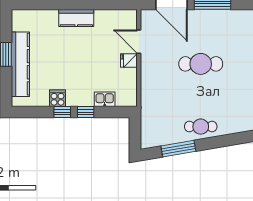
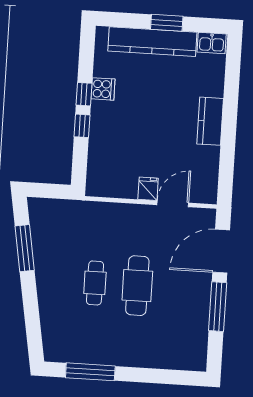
kitchen sink: (105, 99) -> (212, 43), moved, turned 90
cafe table: (201, 127) -> (95, 283), moved

